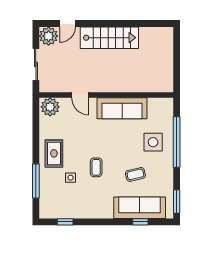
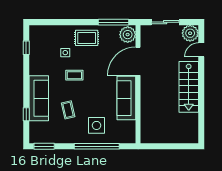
door: (67, 23) -> (201, 50), hinge flipped
door: (80, 95) -> (138, 61), width x1.88
window: (36, 181) -> (113, 22), moved
sofa: (140, 208) -> (39, 98), moved

